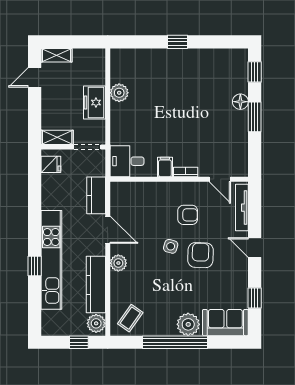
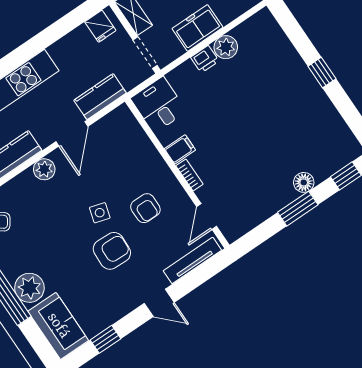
printer: (118, 112) -> (205, 59), added
door: (255, 247) -> (159, 303), swing flipped

